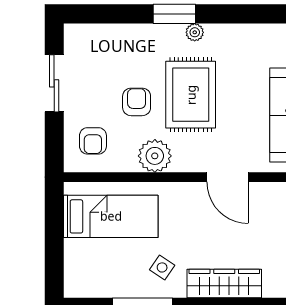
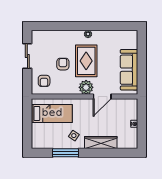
window: (174, 14) -> (79, 26), removed
plant: (155, 156) -> (86, 87), moved
door: (228, 177) -> (102, 97), hinge flipped

